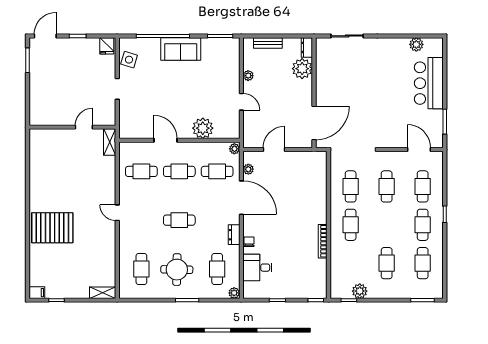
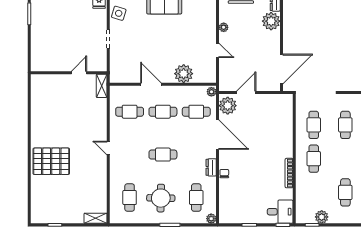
plant: (248, 169) -> (228, 106), width x1.88, depth x1.88
desk: (257, 268) -> (280, 212), moved, turned 180
filing cabinet: (37, 293) -> (38, 218), removed

